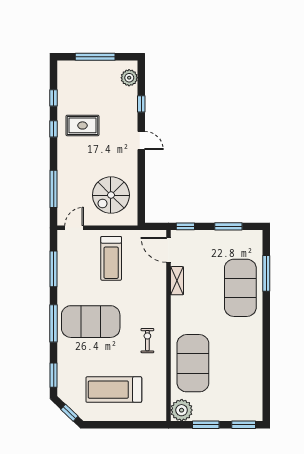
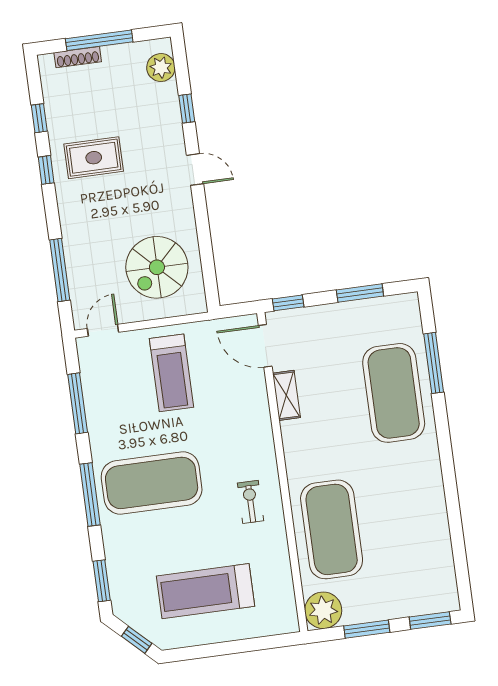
shoe rack: (81, 65) -> (78, 57), added

